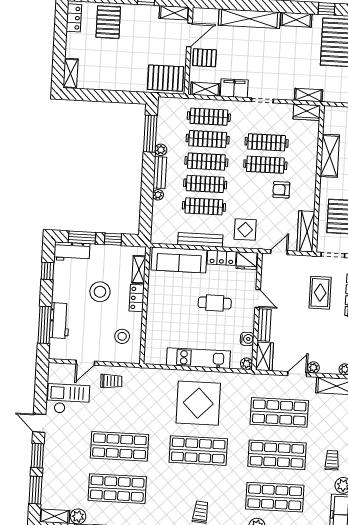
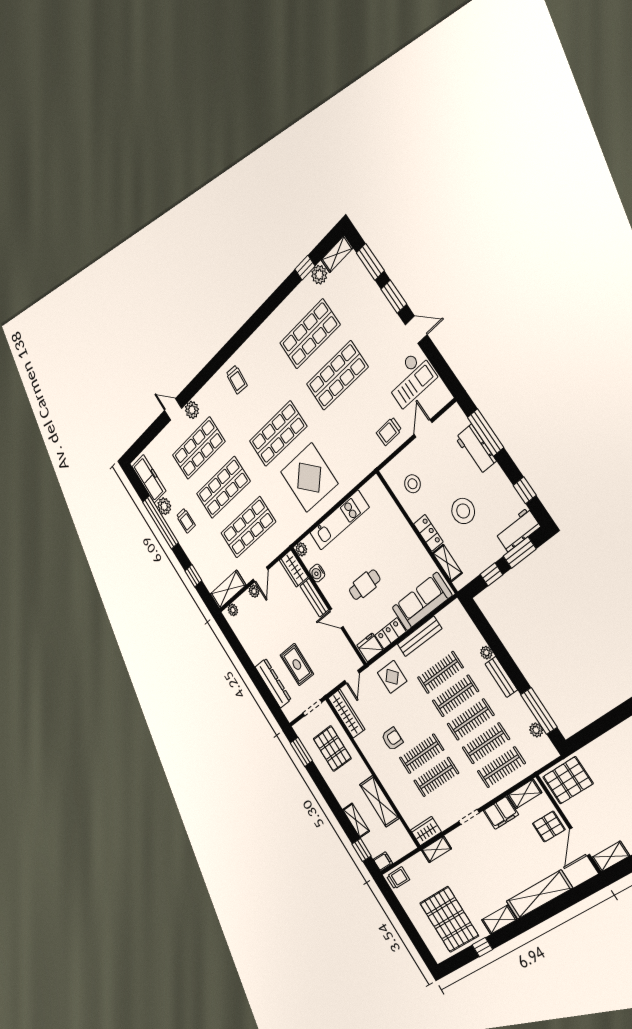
plant: (161, 150) -> (536, 730), moved

